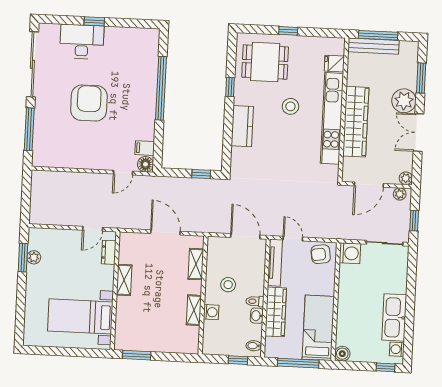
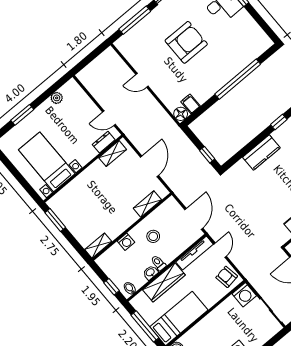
door: (123, 173) -> (142, 80), moved
window: (23, 258) -> (22, 115), moved
shelving: (124, 280) -> (113, 154), moved
shelving: (194, 310) -> (98, 246), moved

